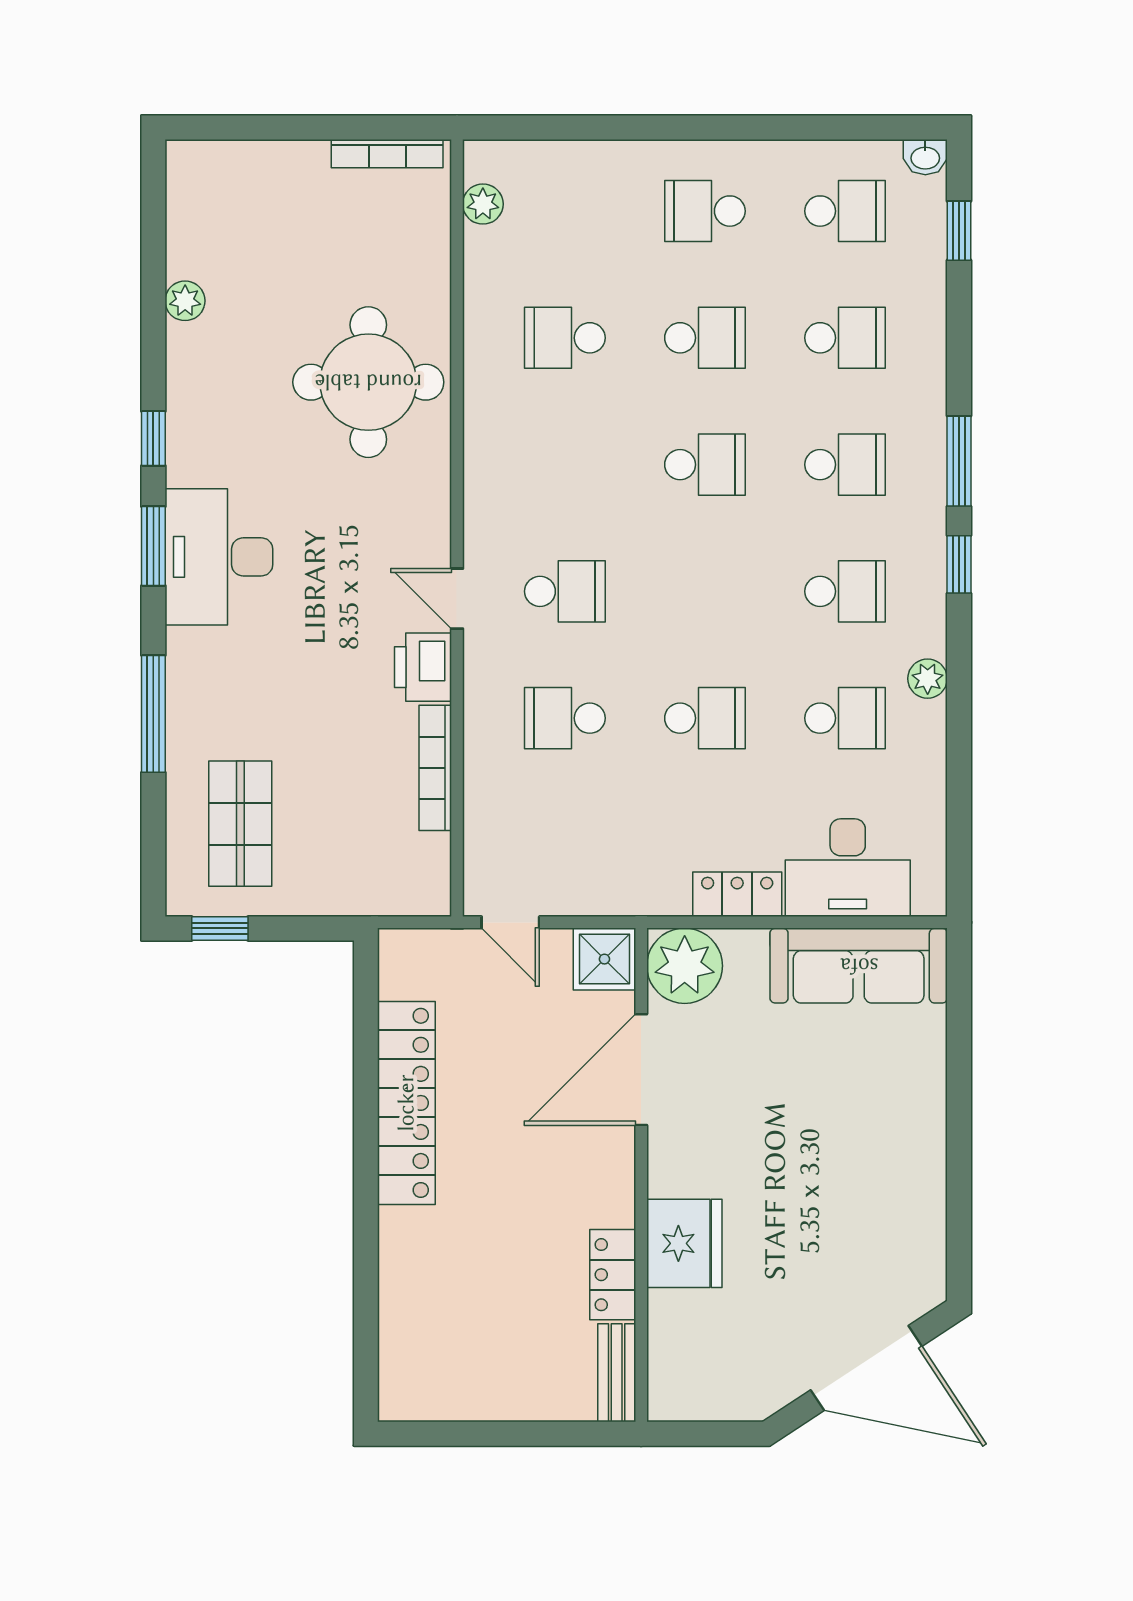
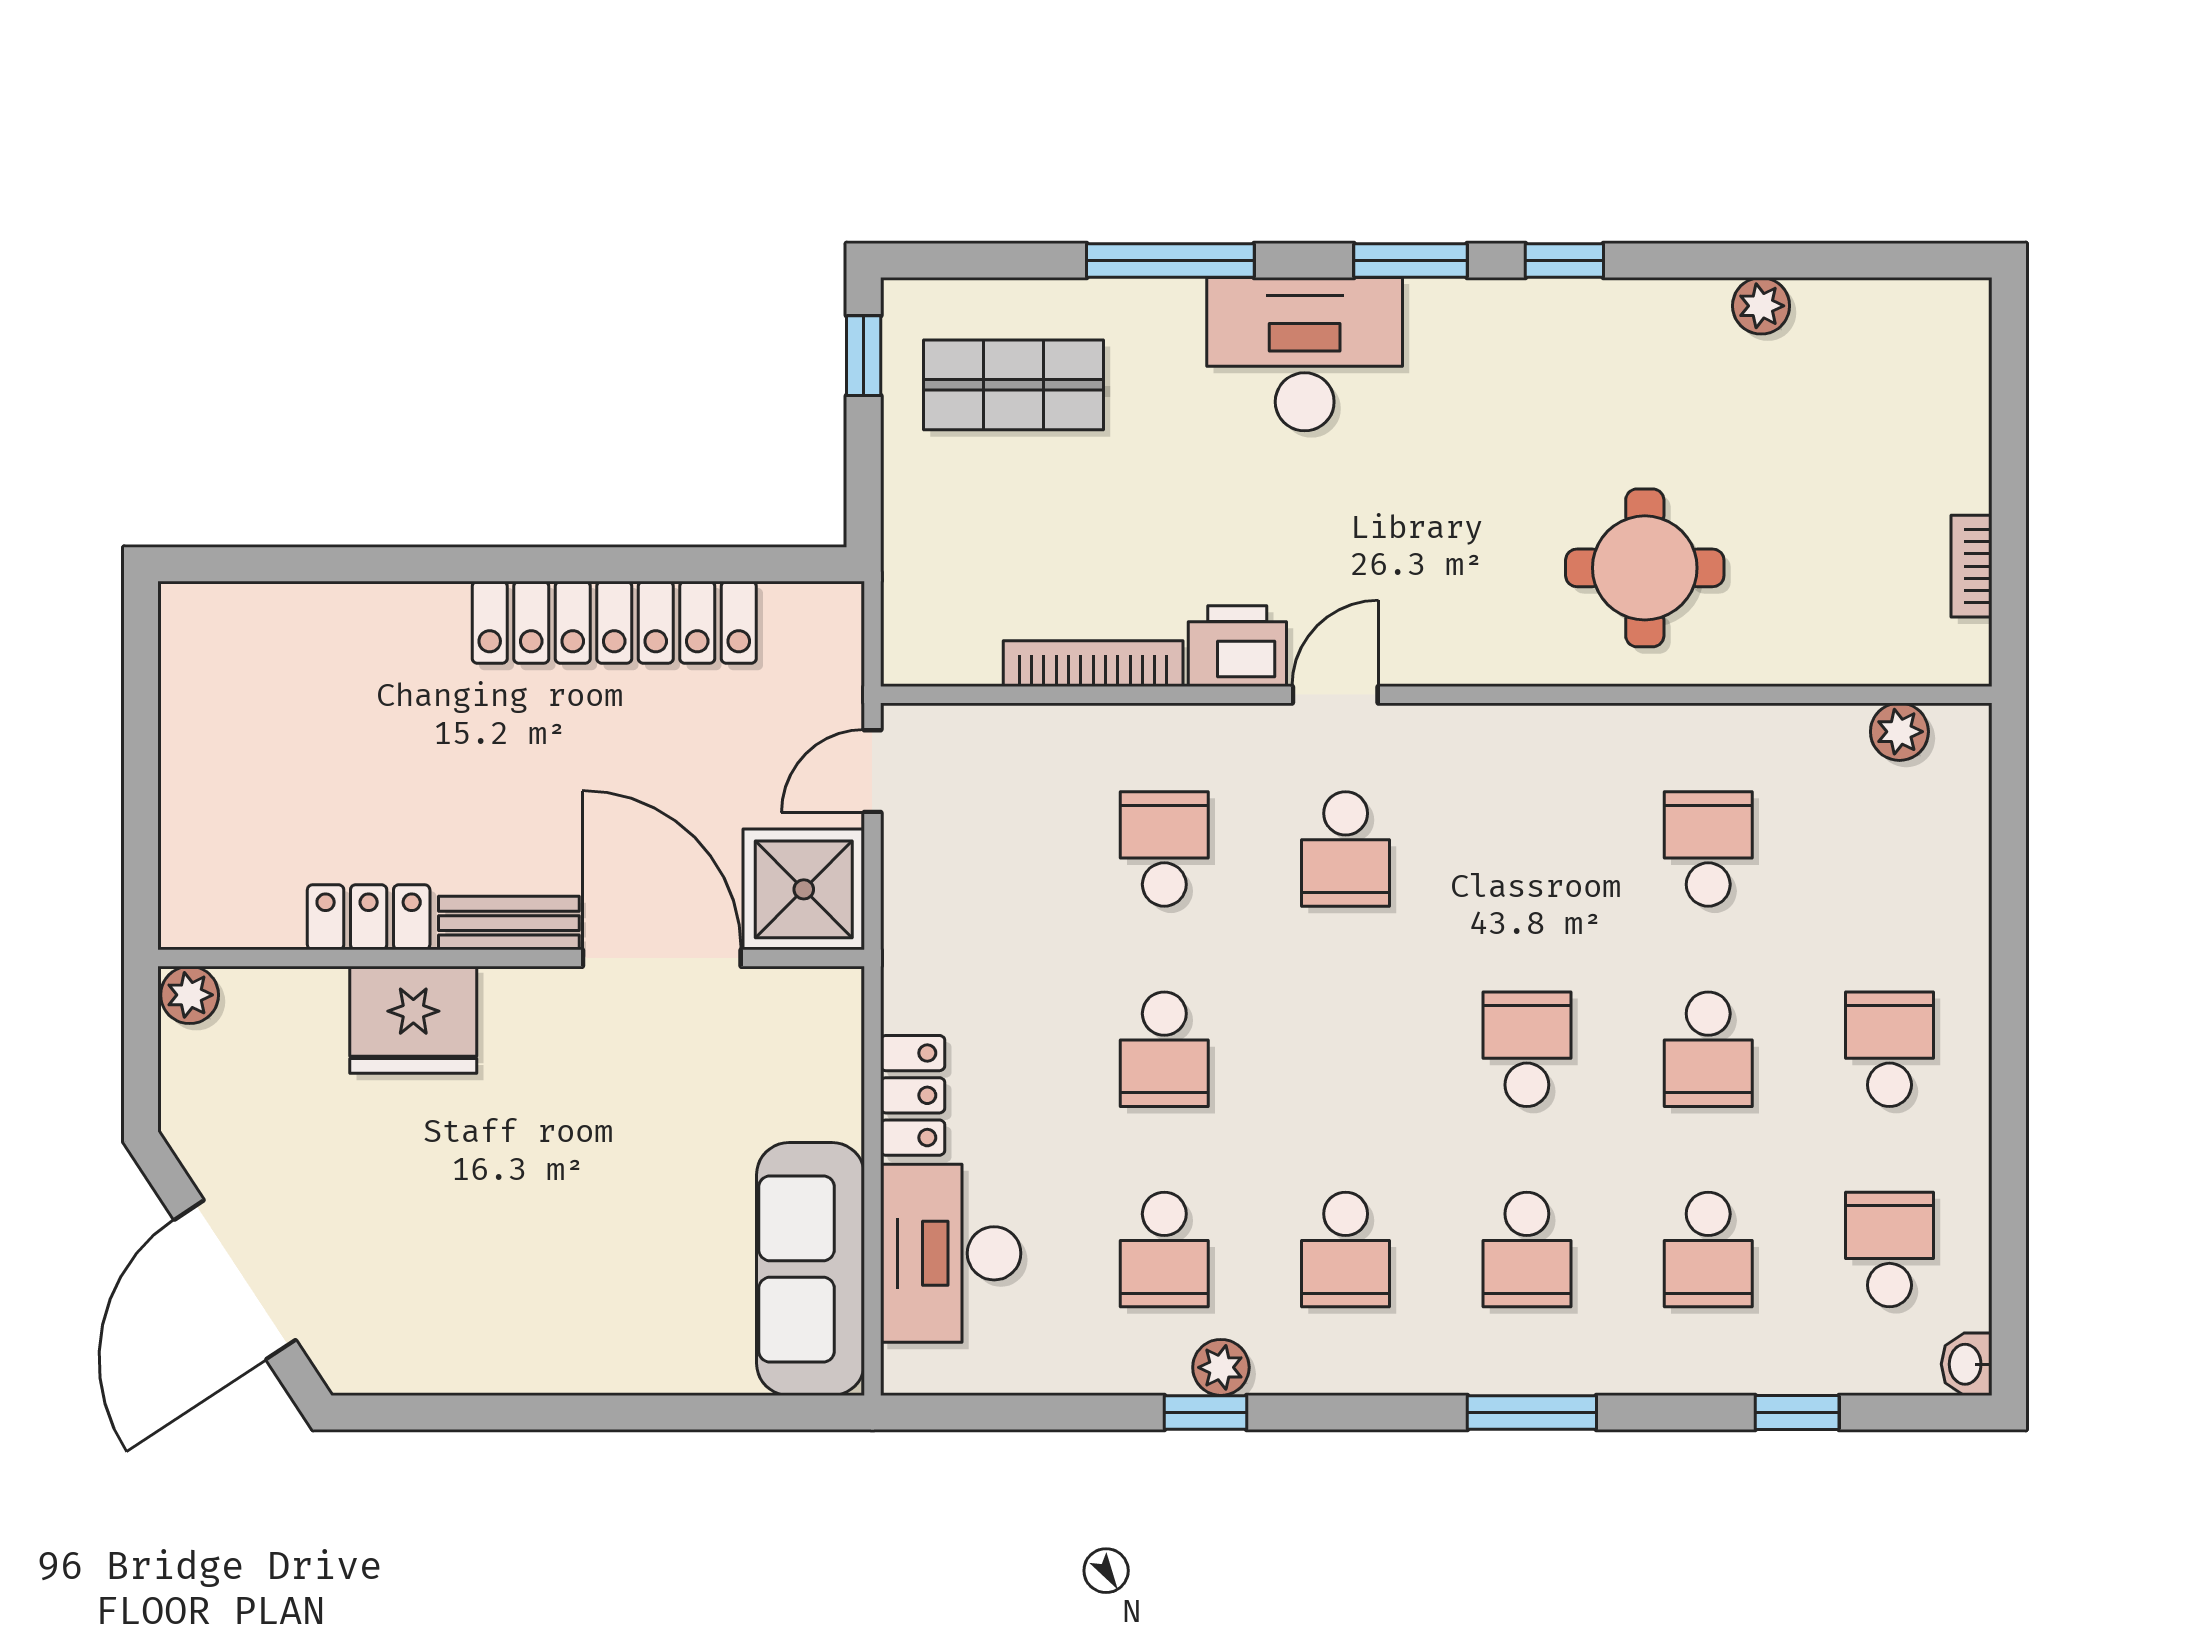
bookcase: (387, 154) -> (1972, 566), width x0.64
school desk: (845, 211) -> (1889, 1249), turned 180
window: (959, 231) -> (1797, 1412), moved
round table: (368, 382) -> (1645, 568), width x0.73, depth x0.73
school desk: (705, 465) -> (1527, 1049), turned 180
desk: (219, 557) -> (1305, 354), moved
window: (959, 564) -> (1206, 1412), moved
shower: (604, 959) -> (804, 889), width x1.36, depth x1.36
plant: (685, 966) -> (190, 995), moved, width x0.53, depth x0.53
bench: (617, 1373) -> (509, 923), moved

